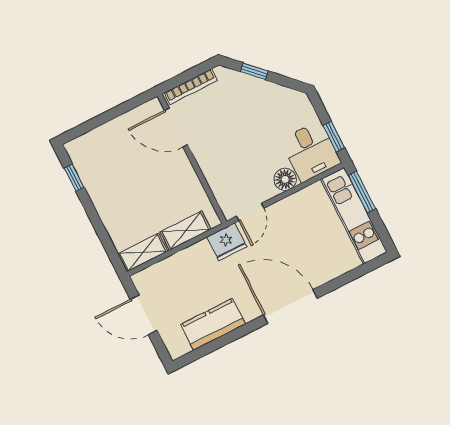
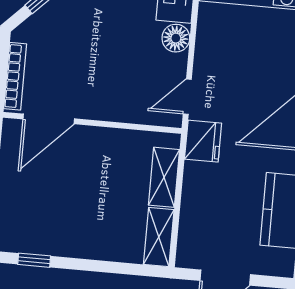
door: (250, 212) -> (187, 97), swing flipped

